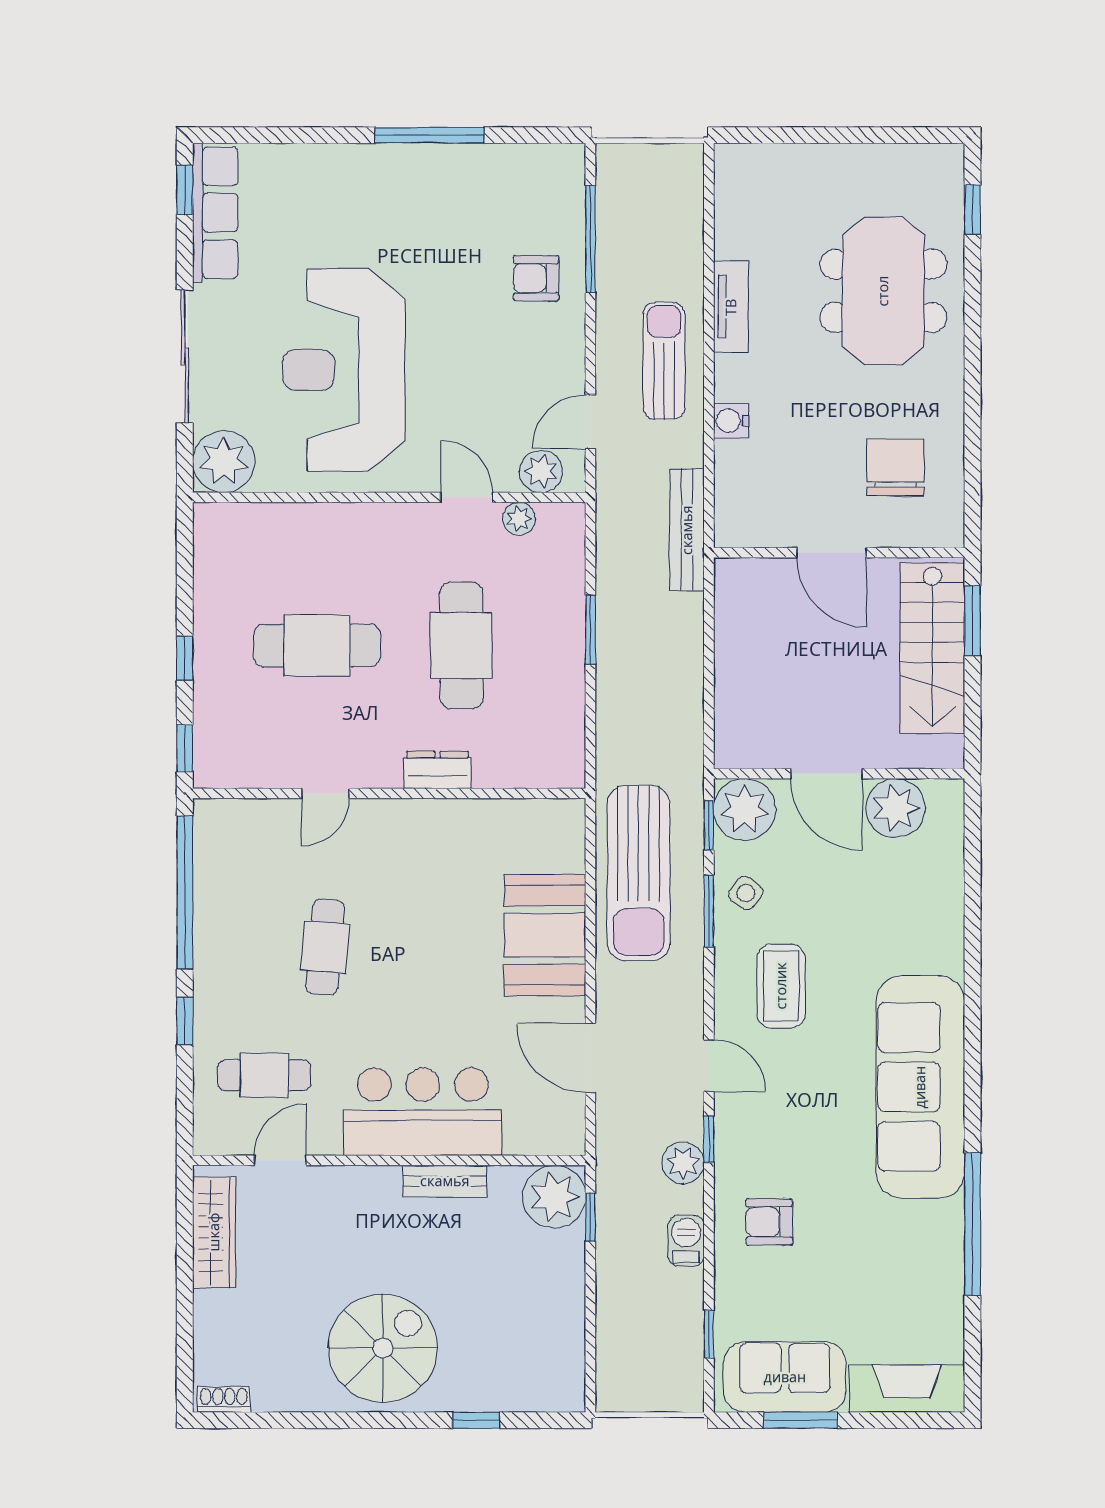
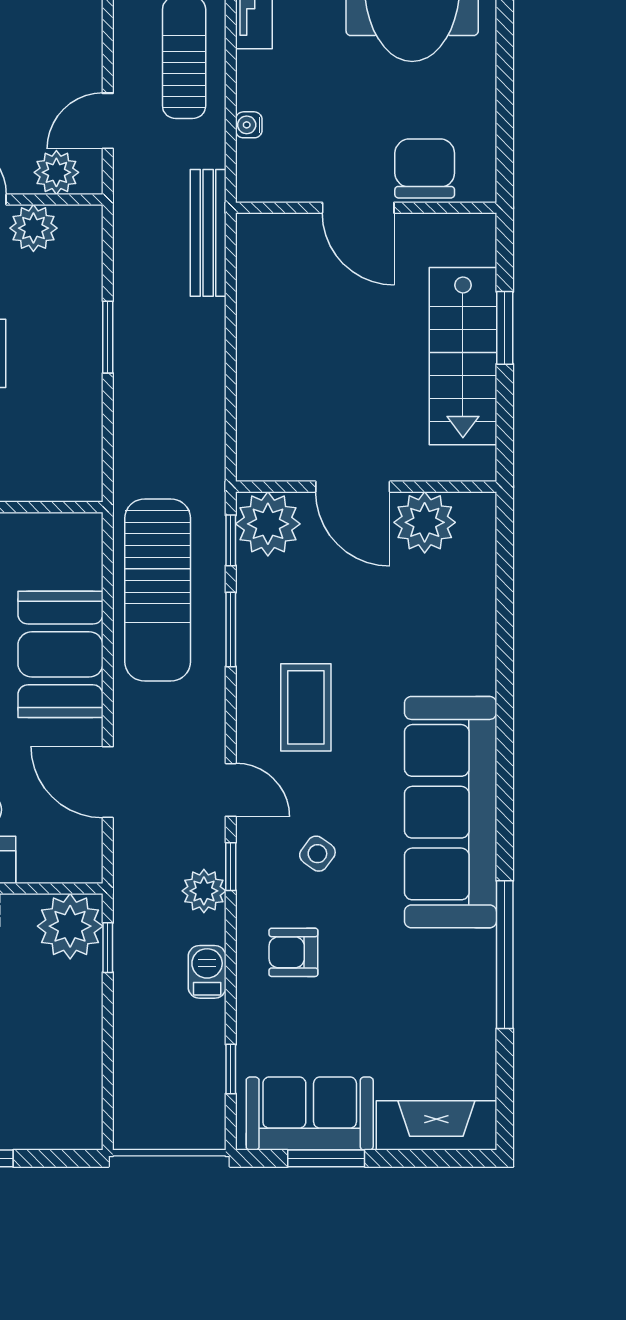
water cooler: (731, 421) -> (249, 125), width x0.72, depth x0.72
plant: (519, 519) -> (33, 228), width x1.38, depth x1.38
door: (832, 553) -> (358, 208), moved
wall: (839, 553) -> (366, 208), moved
side table: (746, 893) -> (317, 854), moved

